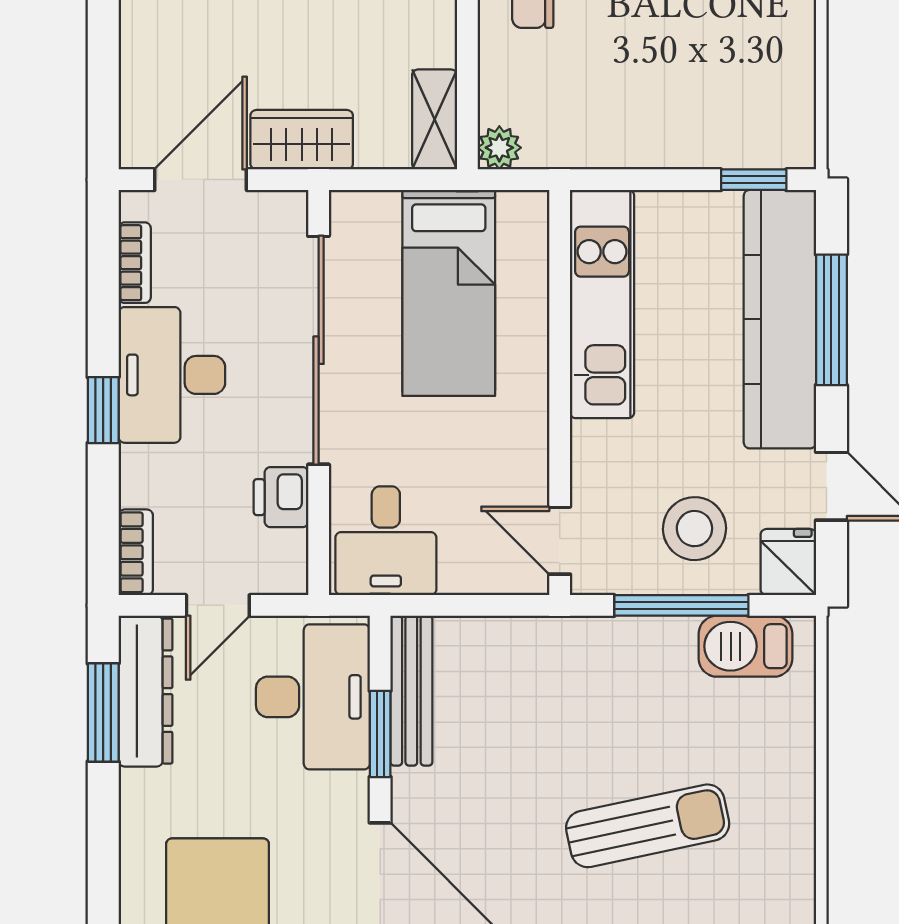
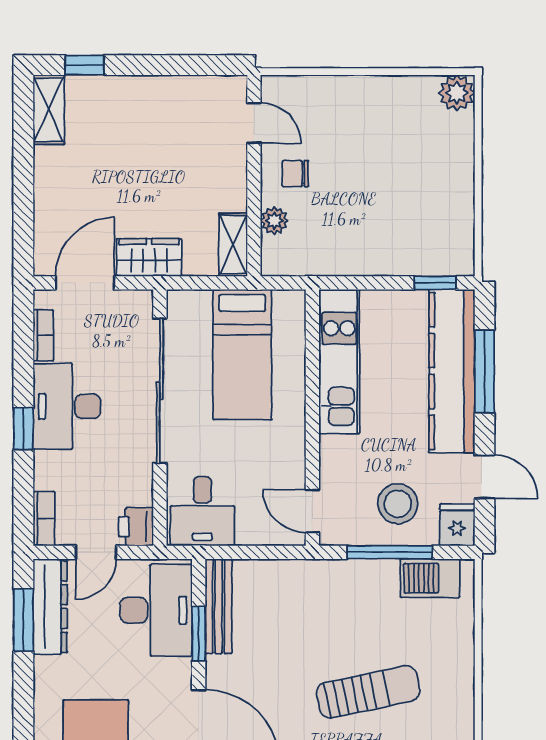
plant: (499, 148) -> (274, 221), moved
printer: (281, 497) -> (136, 527), moved

